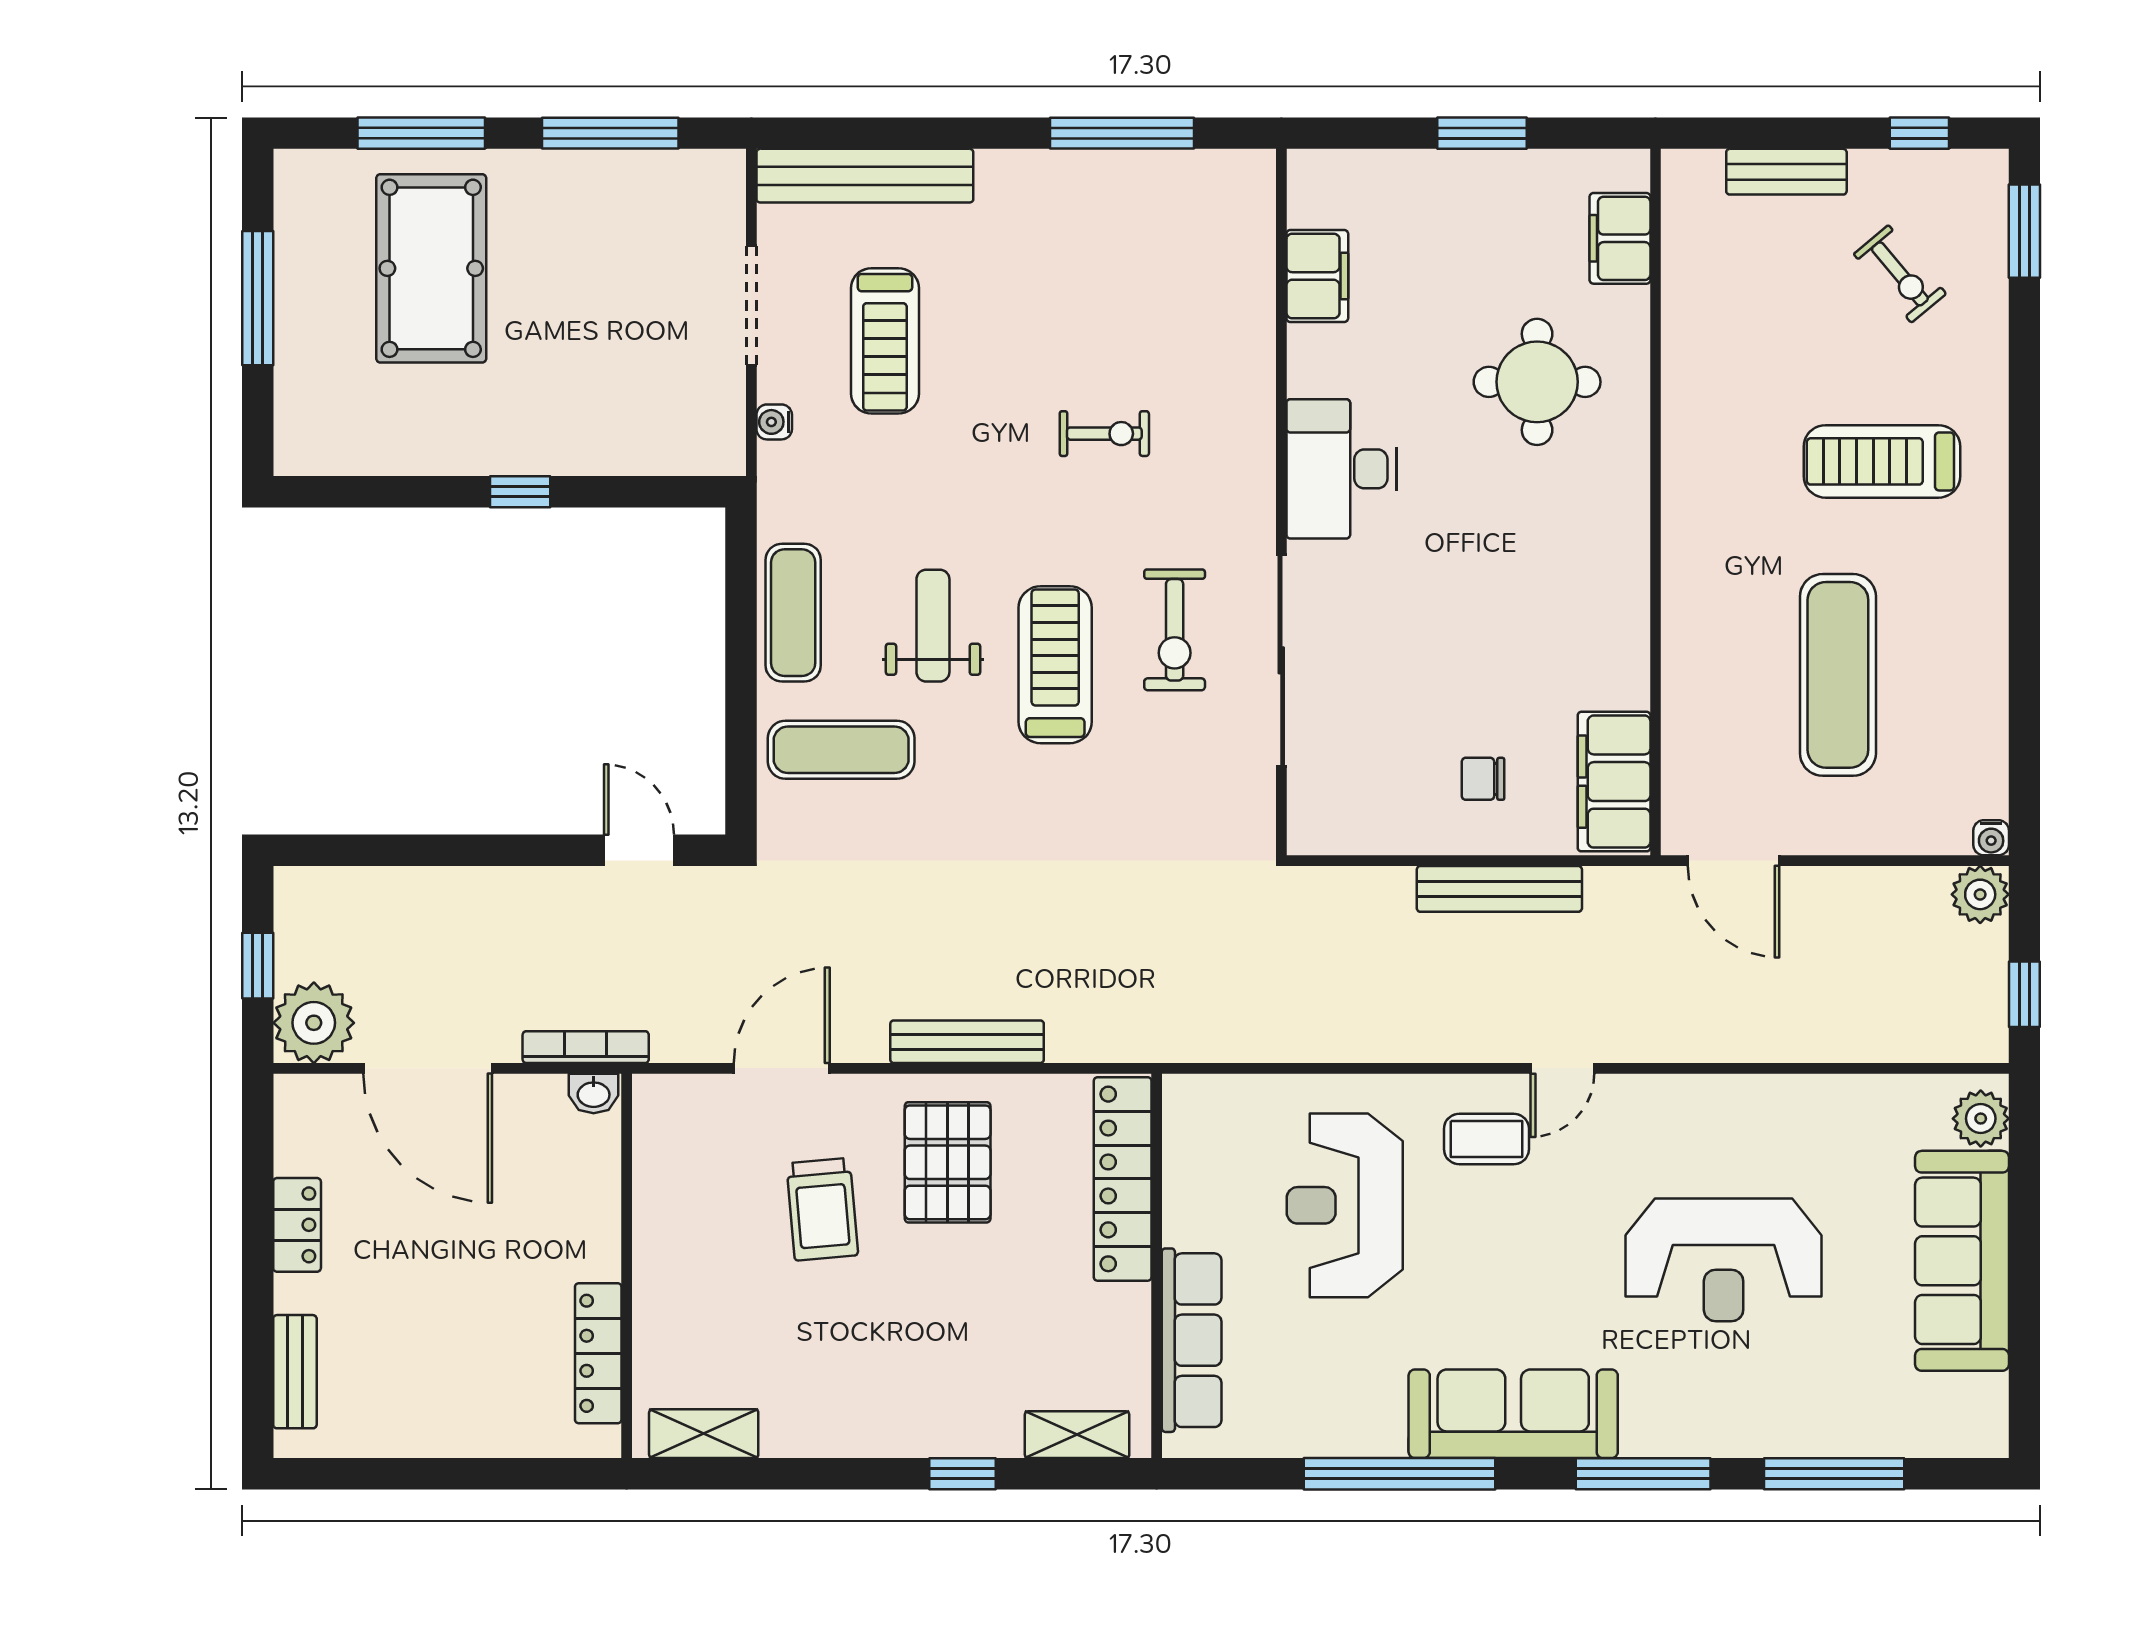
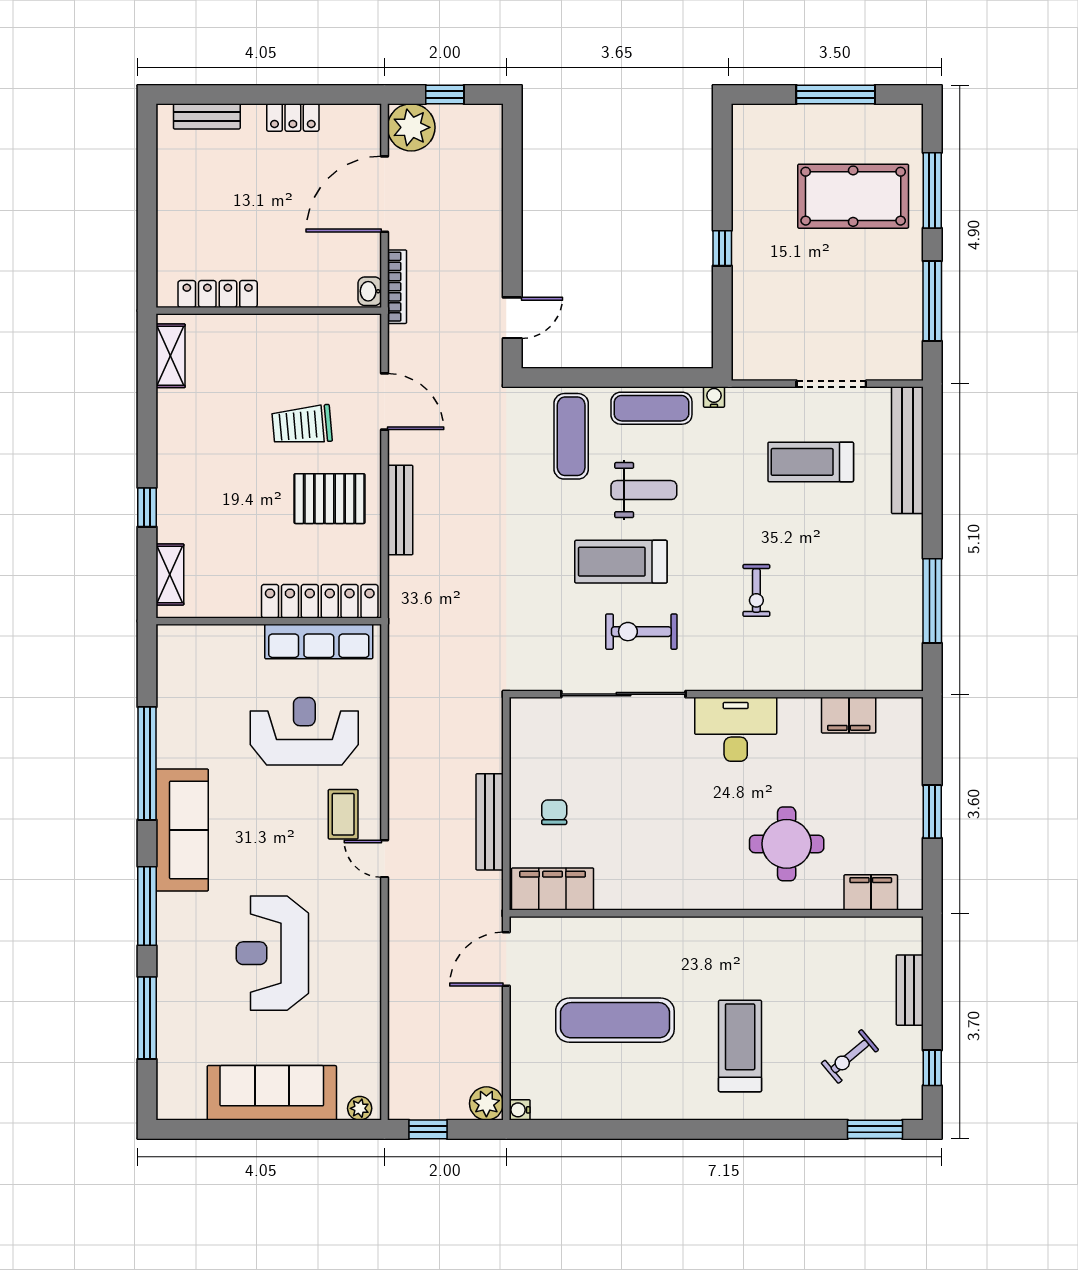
water cooler: (774, 422) -> (714, 397), moved
treadmill: (1055, 665) -> (621, 562), turned 180
plant: (1981, 1119) -> (360, 1108), width x0.73, depth x0.73
row of seats: (1192, 1340) -> (319, 642), moved

